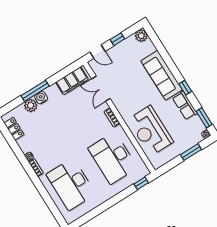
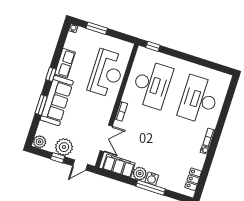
plant: (121, 51) -> (64, 147), added
door: (97, 52) -> (80, 165), swing flipped
plant: (31, 105) -> (140, 174), moved
window: (204, 118) -> (41, 105), moved
desk: (71, 184) -> (199, 100), turned 180

